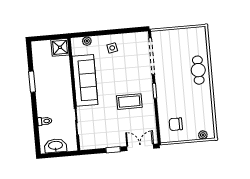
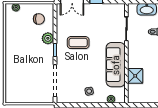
shower: (60, 47) -> (135, 76), moved
cafe table: (198, 70) -> (15, 65), removed
plant: (164, 103) -> (48, 38), added

